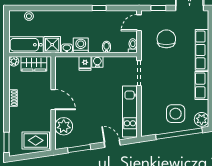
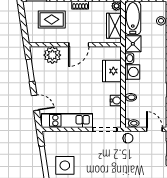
chair: (166, 39) -> (128, 138), moved, width x0.54, depth x0.54
water cooler: (97, 62) -> (116, 100), moved
fridge: (85, 63) -> (112, 71), width x1.88, depth x1.34
rug: (36, 140) -> (52, 19), moved, turned 90
door: (112, 144) -> (35, 103), hinge flipped

